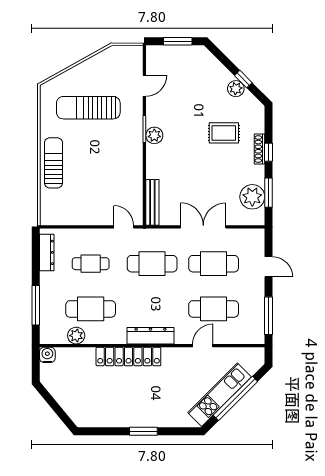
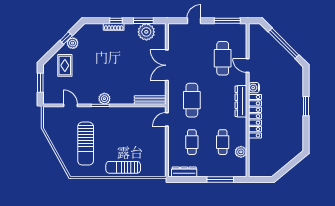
rug: (224, 133) -> (65, 65), moved
cafe table: (214, 264) -> (192, 58), removed
cafe table: (91, 309) -> (223, 142), width x0.73, depth x0.74
water cooler: (47, 355) -> (254, 88), moved
kitchen unit: (220, 395) -> (281, 54), removed

